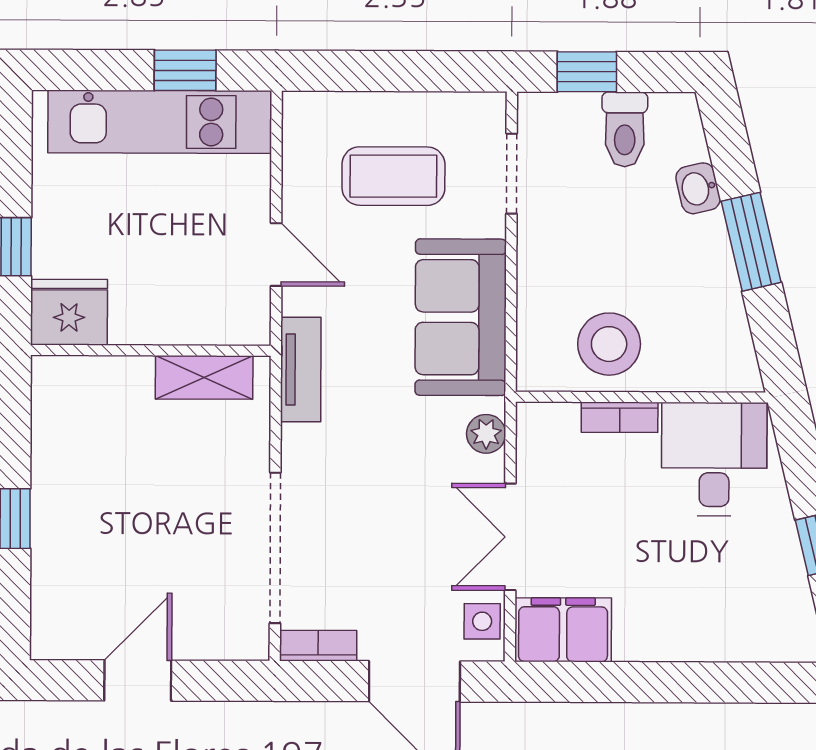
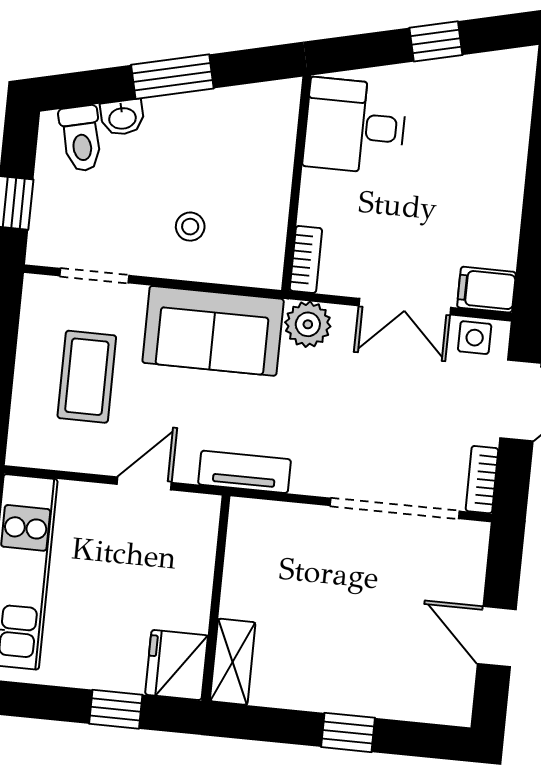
toilet: (625, 129) -> (81, 139), moved, turned 77
stool: (609, 344) -> (190, 227), moved, width x0.53, depth x0.53
shelving: (204, 377) -> (233, 662), moved
bookcase: (620, 417) -> (306, 259), moved
plant: (486, 434) -> (308, 324), width x1.38, depth x1.38
filing cabinet: (563, 630) -> (486, 290), width x0.50

